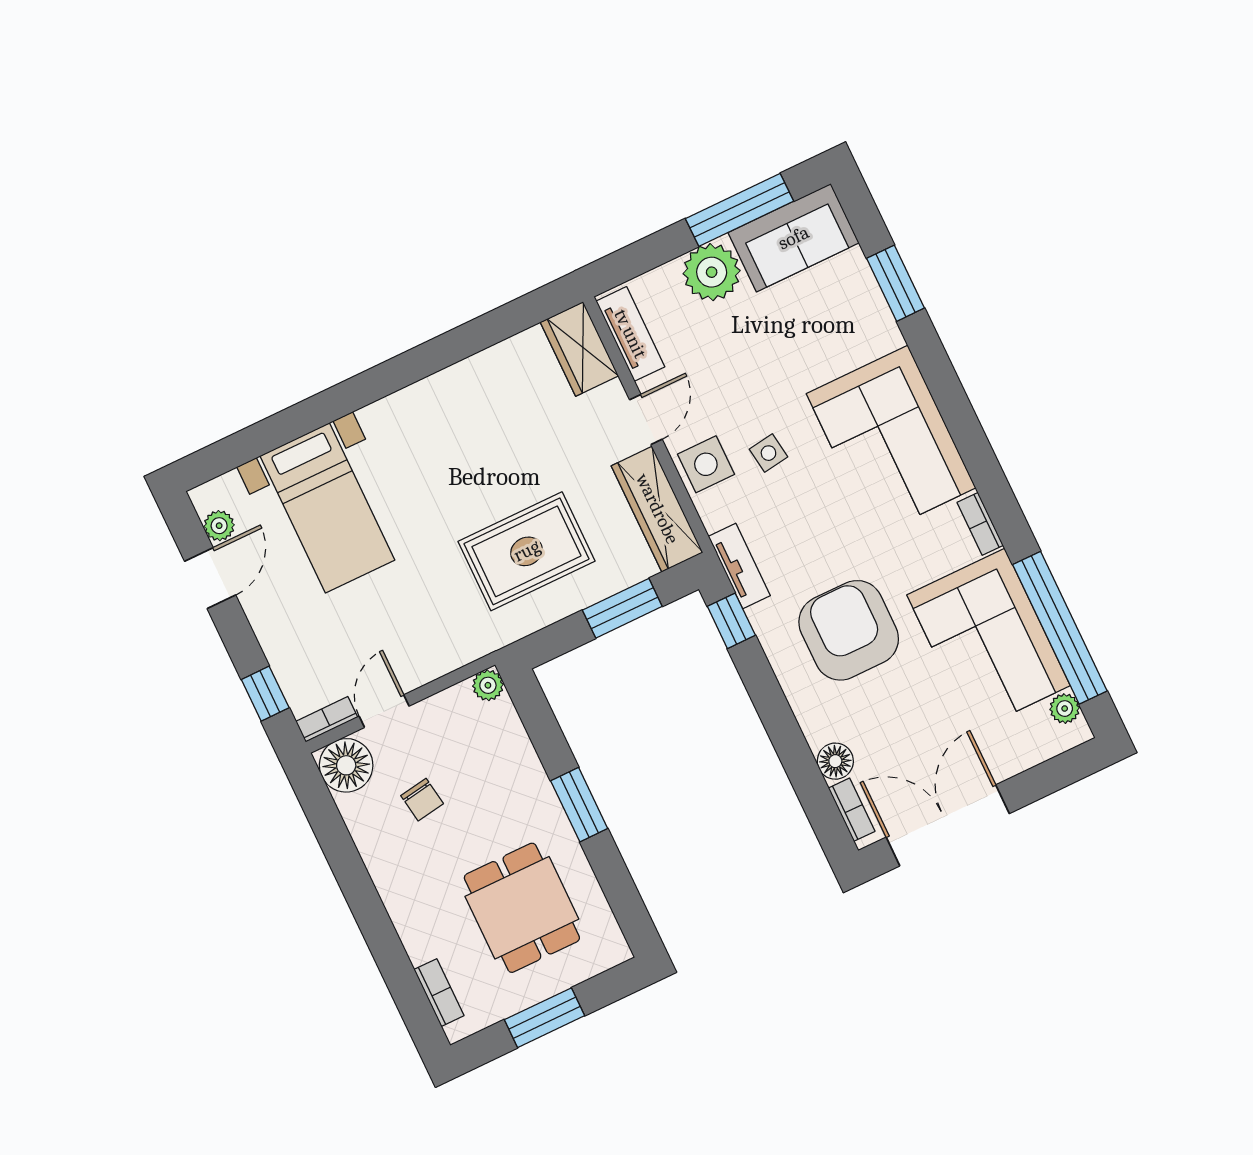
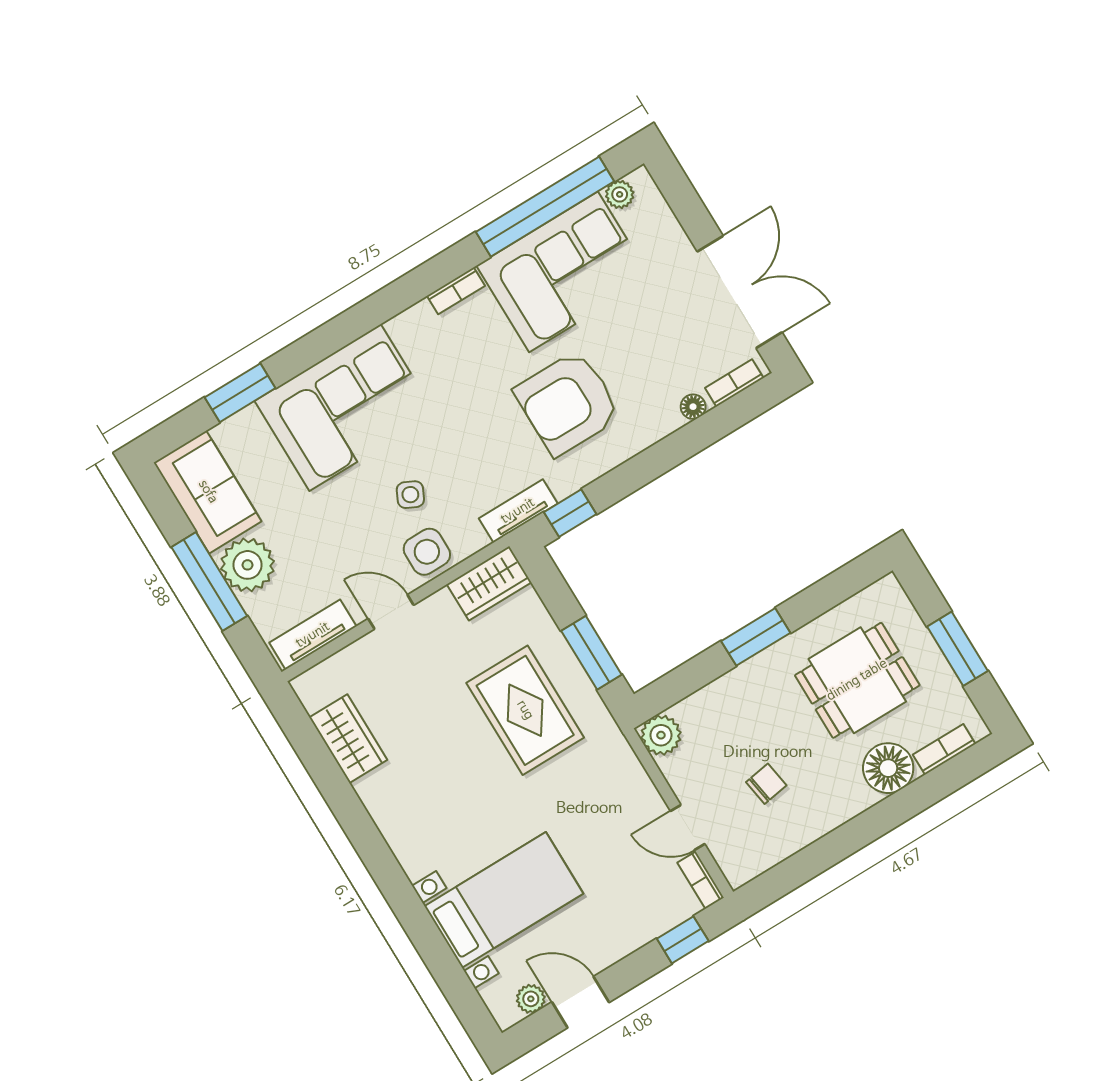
window: (740, 210) -> (209, 582), moved
wardrobe: (579, 349) -> (348, 739), moved, turned -90
corner sofa: (891, 441) -> (345, 407), moved
side table: (768, 453) -> (410, 495), turned 34
wardrobe: (657, 509) -> (489, 583), width x0.67
window: (622, 608) -> (591, 653), moved
plant: (488, 685) -> (661, 735), width x1.38, depth x1.38
floor lamp: (835, 761) -> (693, 407), width x0.73, depth x0.73
floor lamp: (346, 765) -> (888, 768), moved
double door: (948, 825) -> (740, 292), swing flipped

